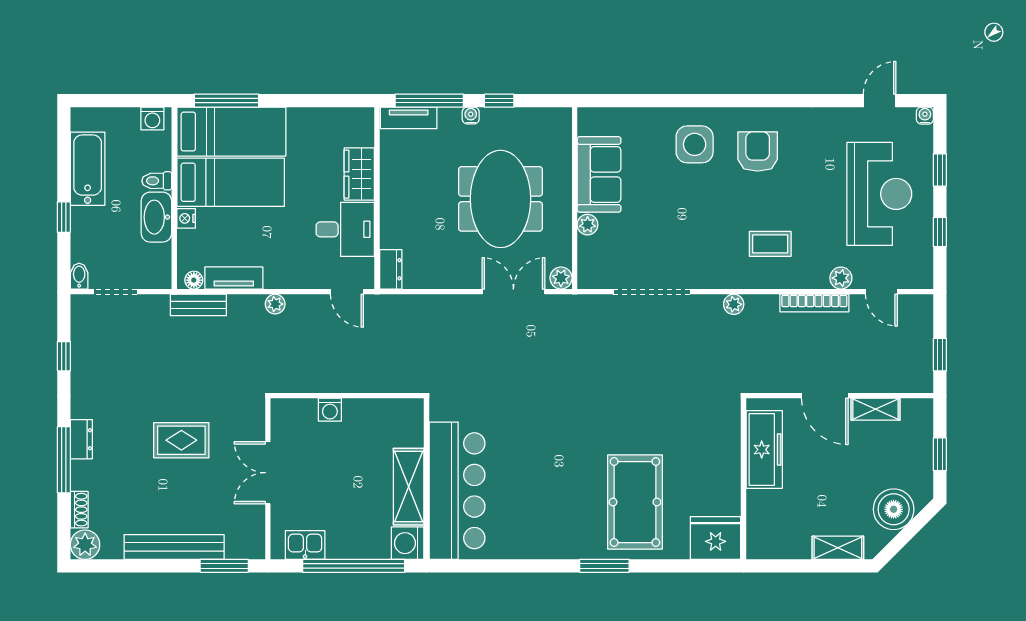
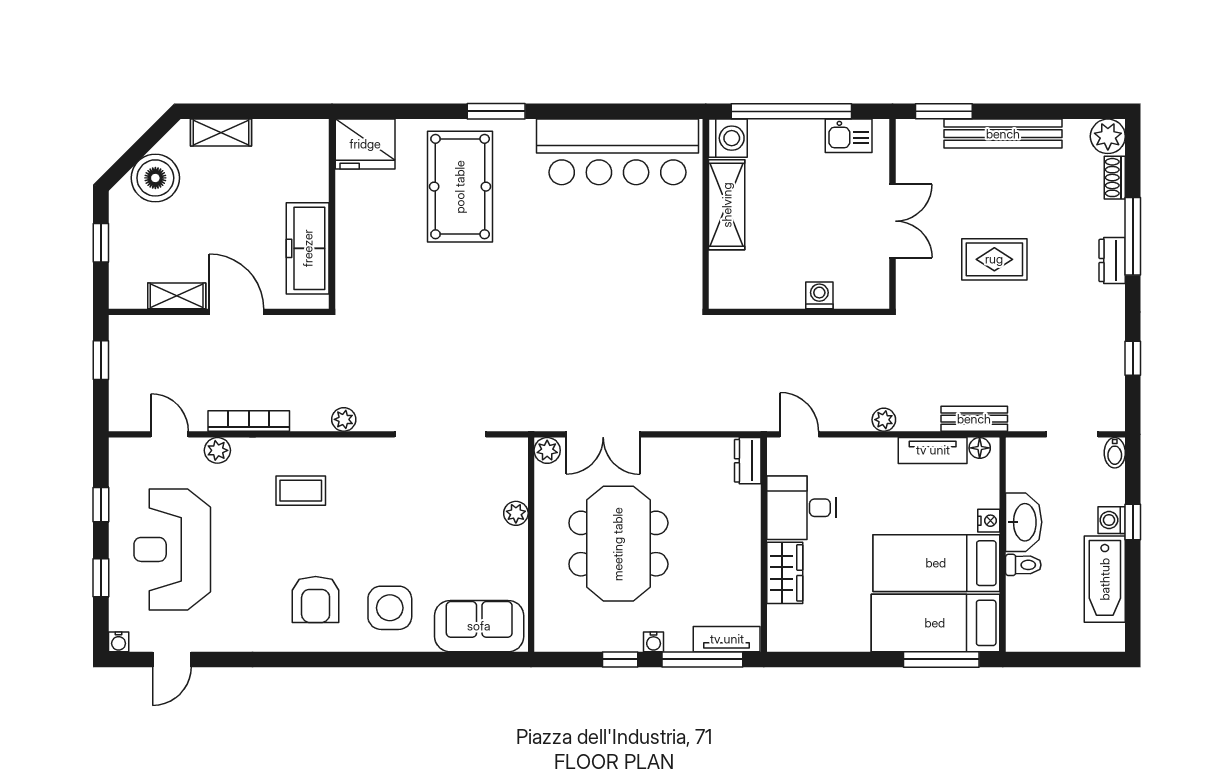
washing machine: (152, 119) -> (1112, 520), moved, turned -90
sofa: (599, 174) -> (479, 626), moved, turned 90
bar counter: (457, 491) -> (617, 152), moved, turned -90

